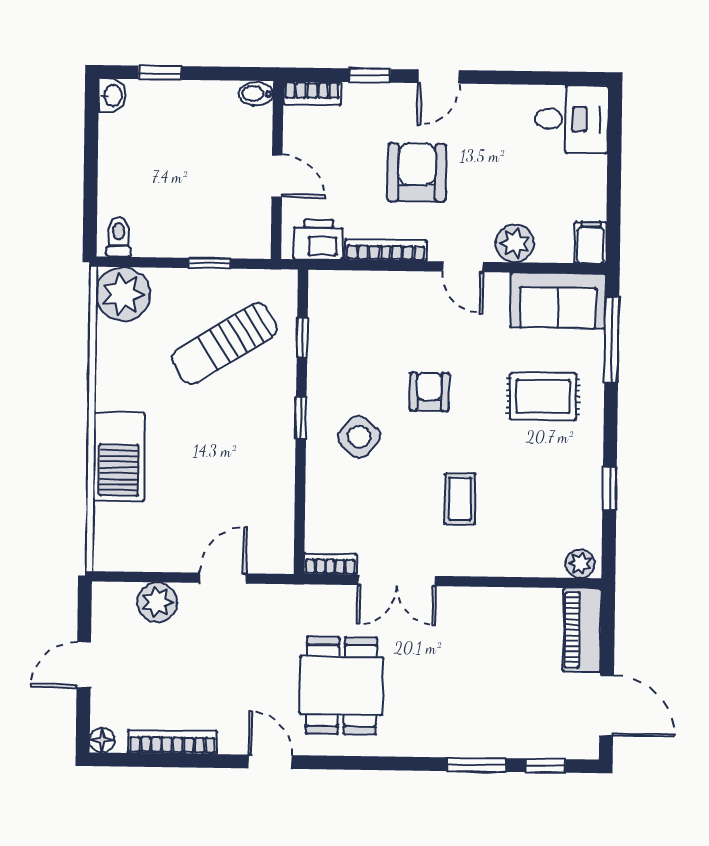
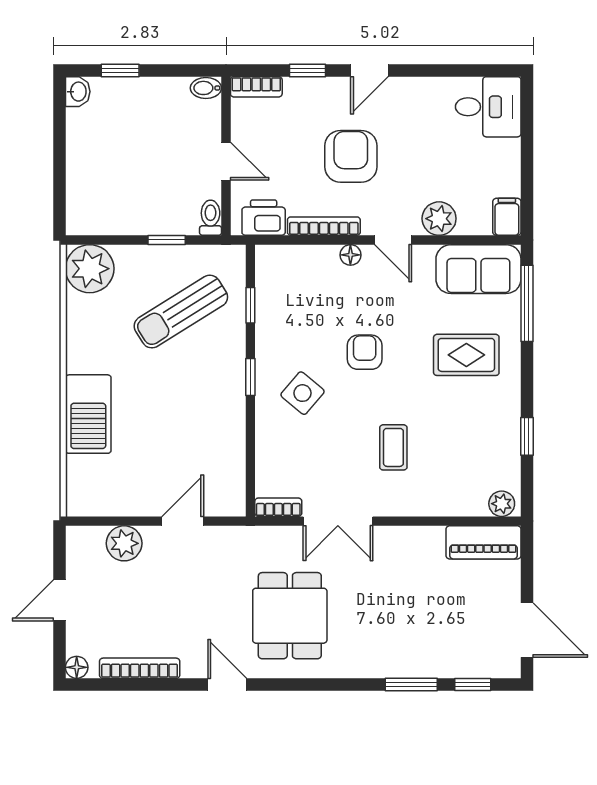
toilet: (119, 237) -> (211, 218), moved
floor lamp: (415, 283) -> (350, 255), added
piano: (582, 630) -> (483, 542), moved, turned -90

